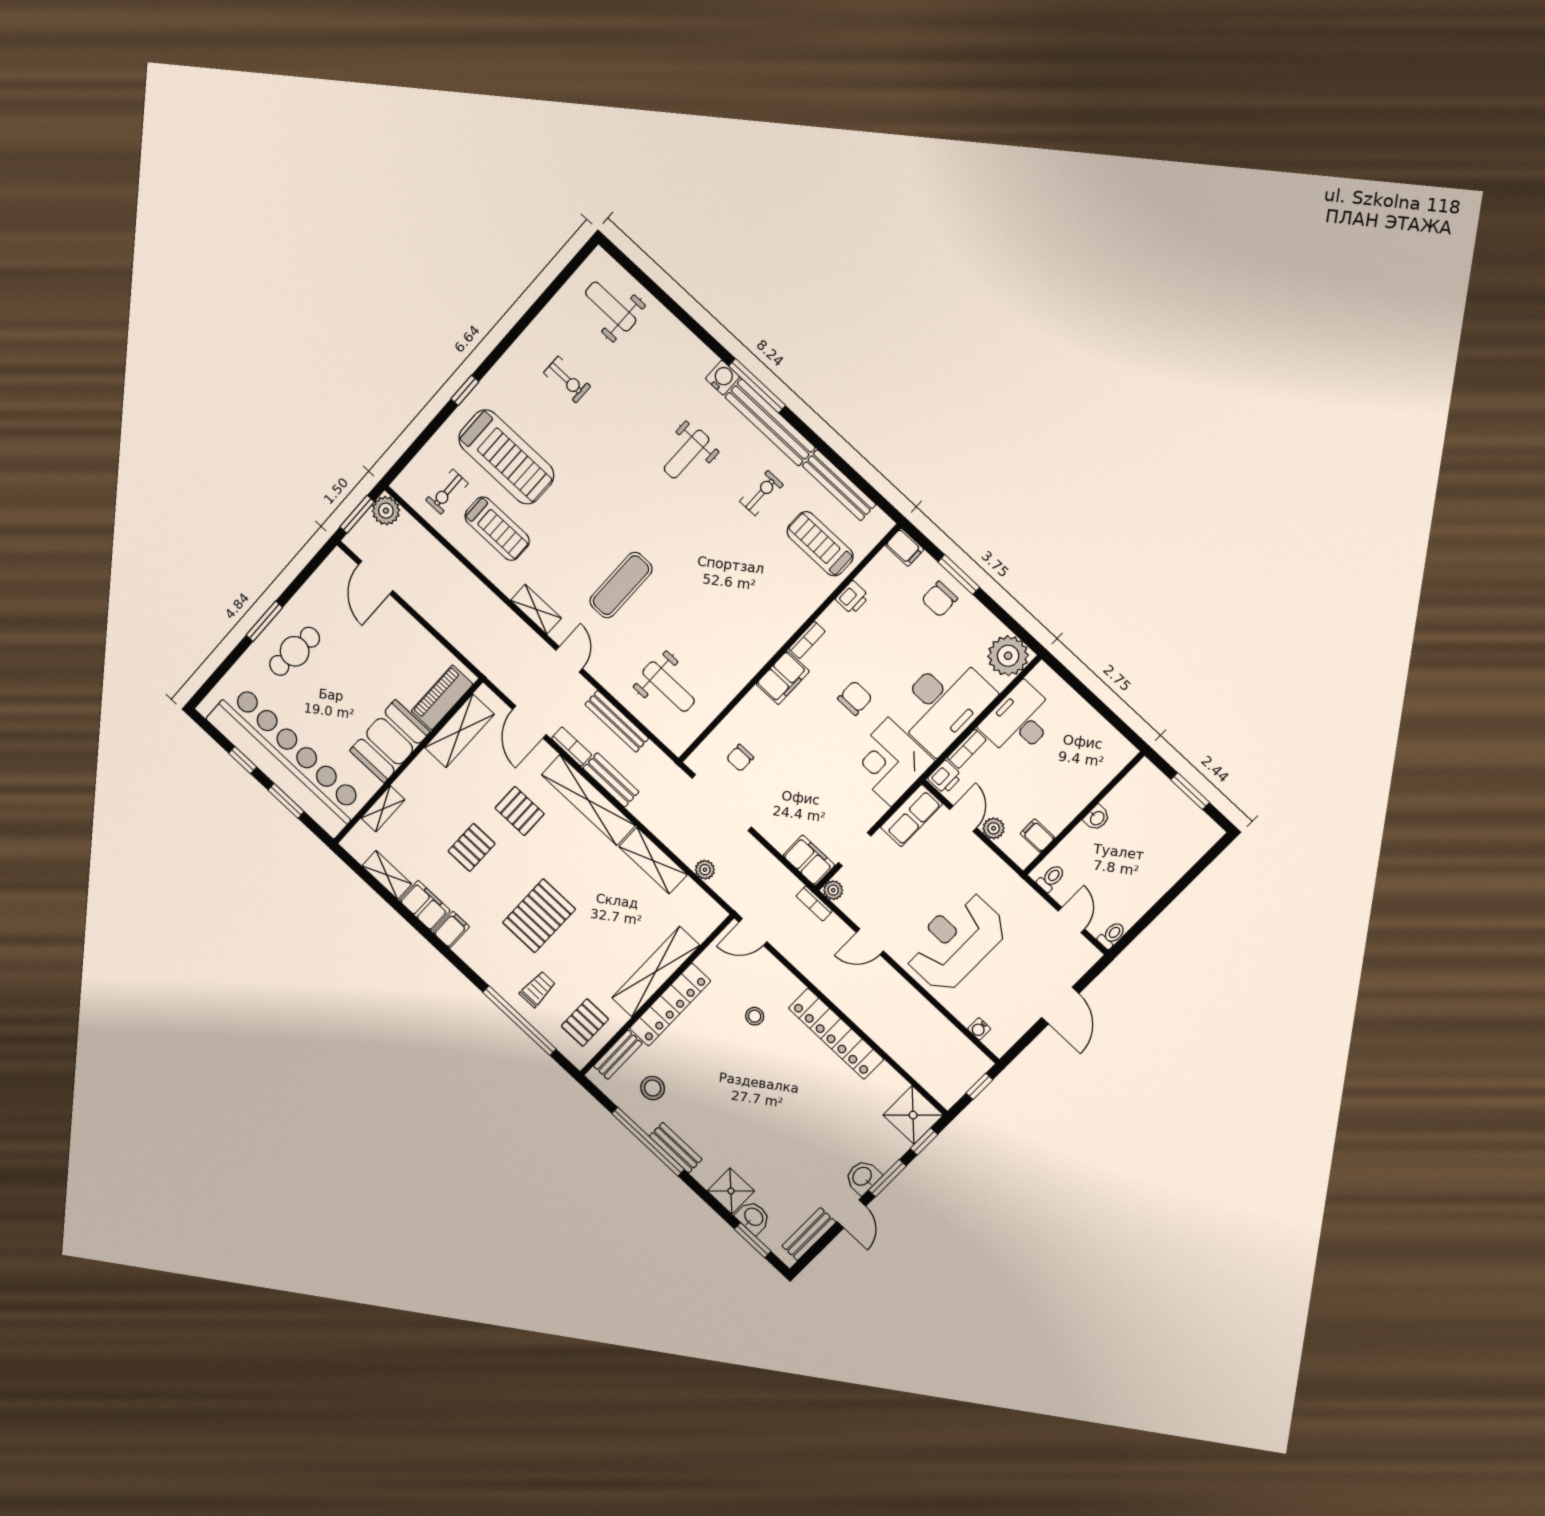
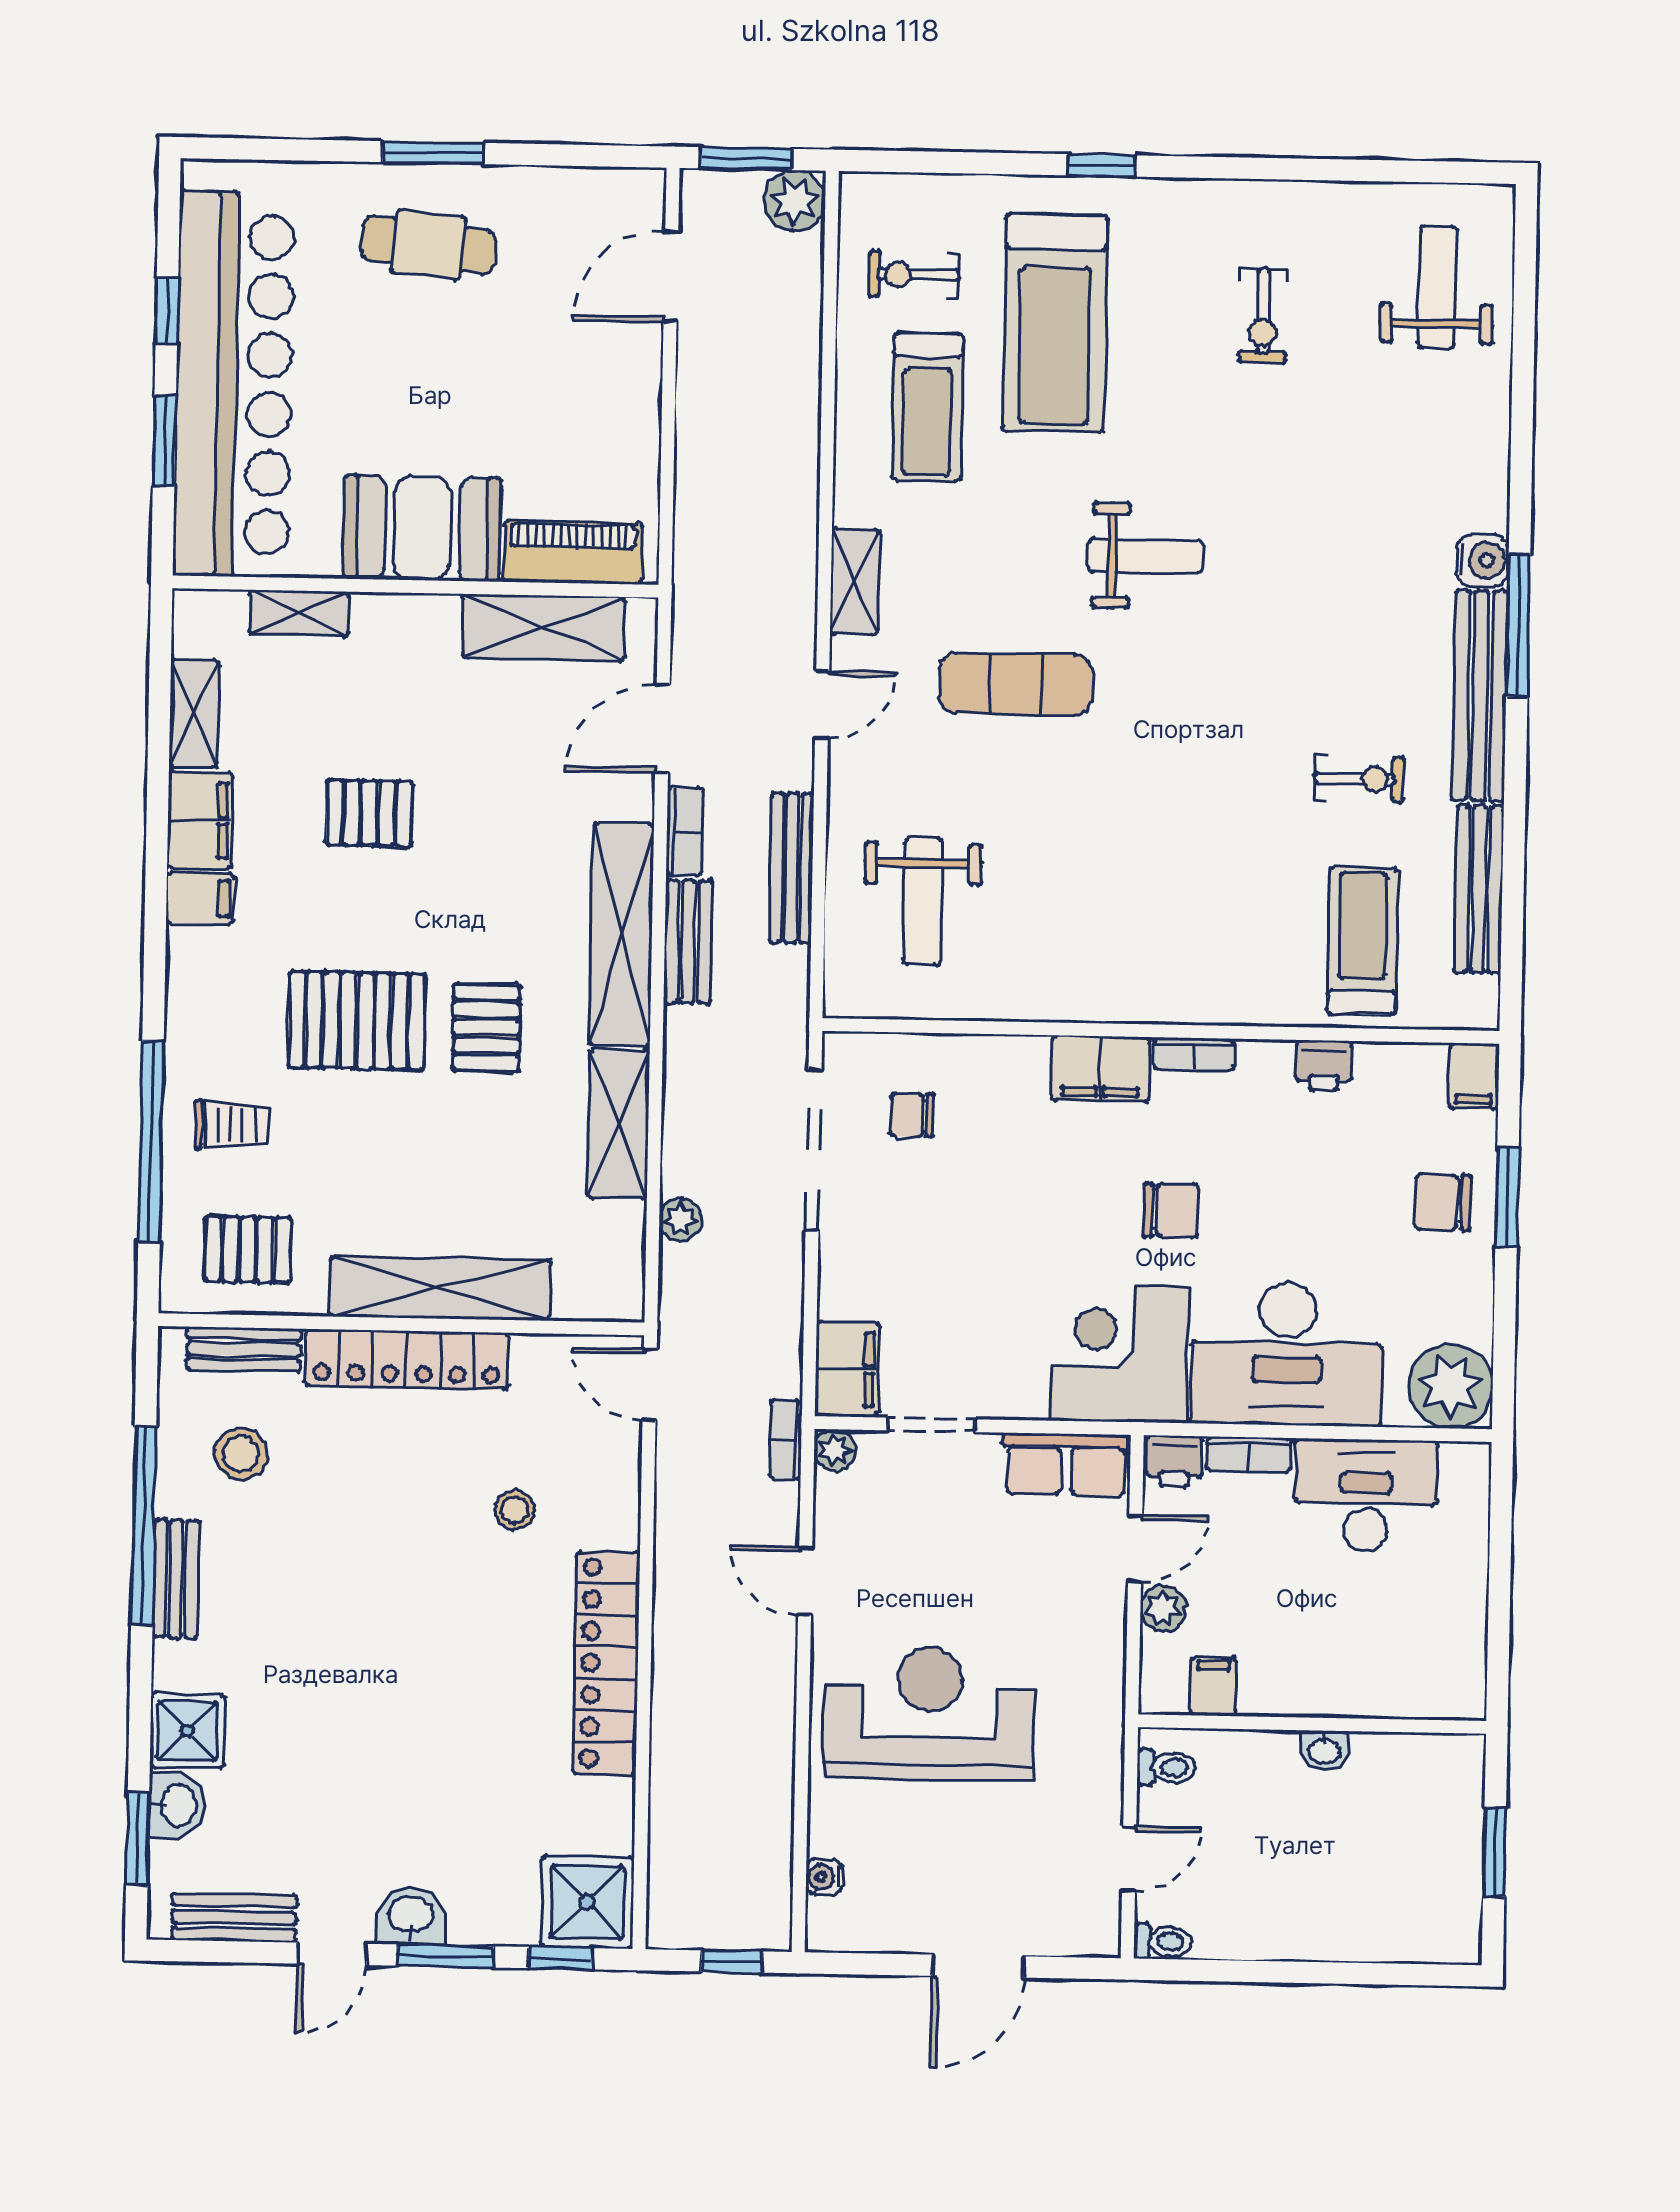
weight bench: (687, 454) -> (1146, 556), moved, turned 180
pallet: (520, 811) -> (486, 1028), moved

